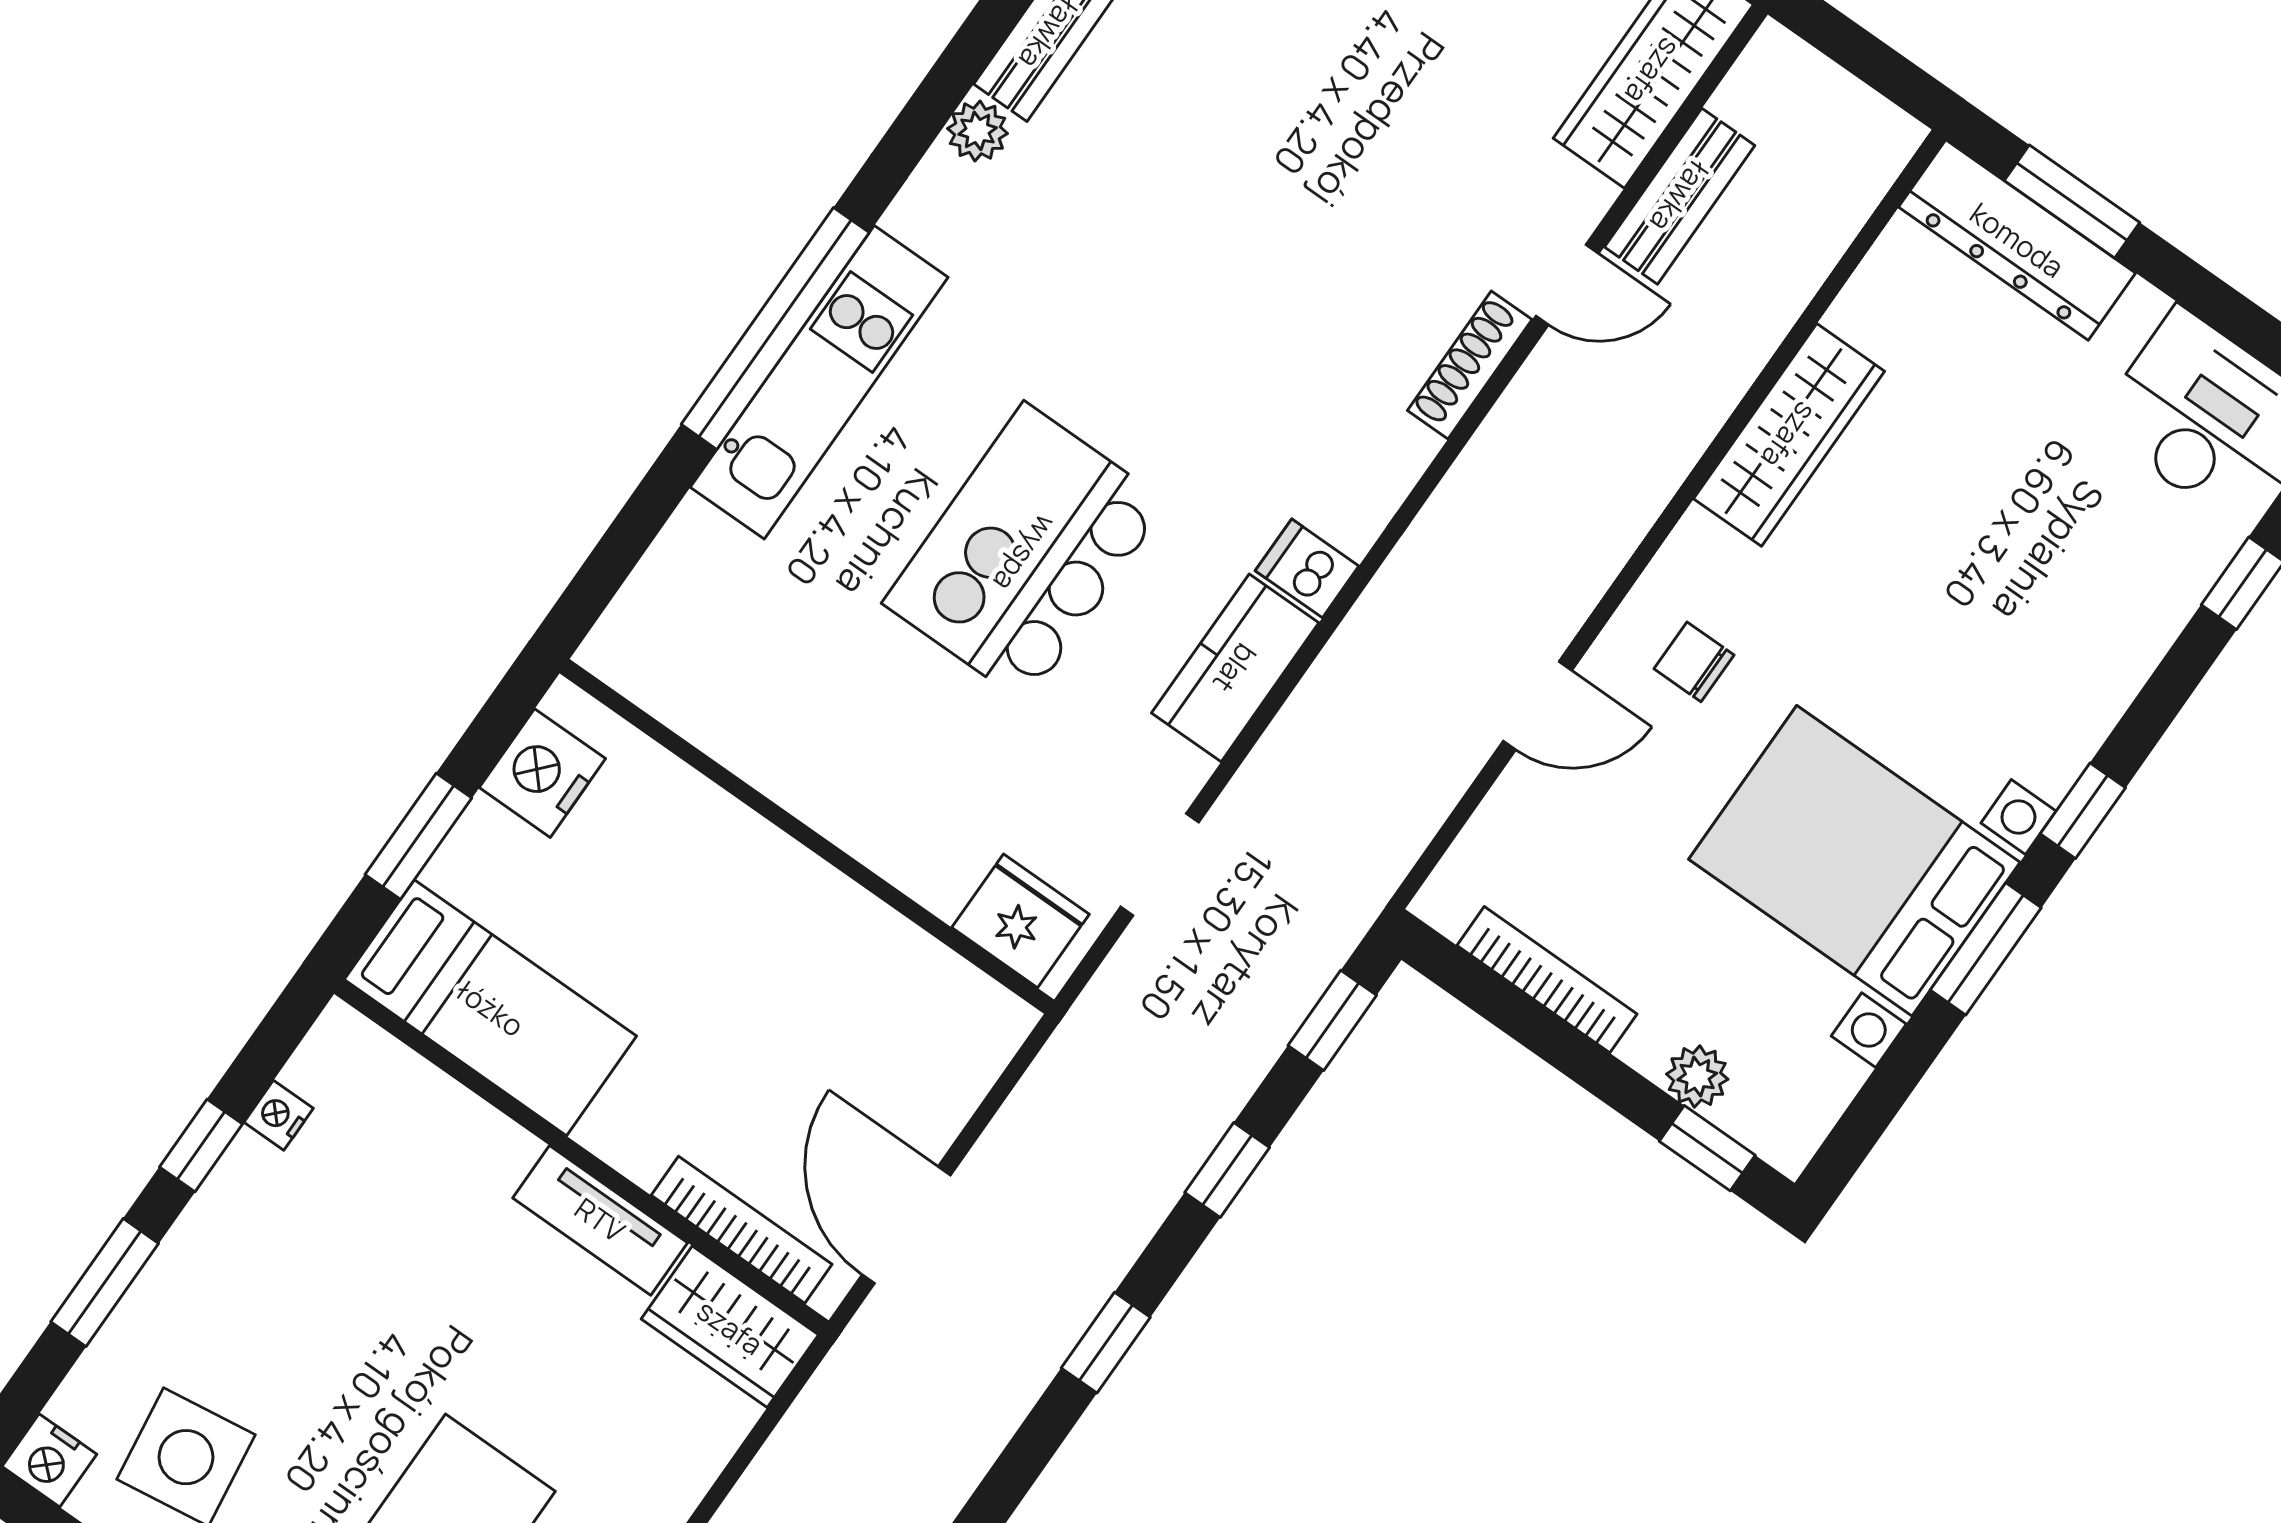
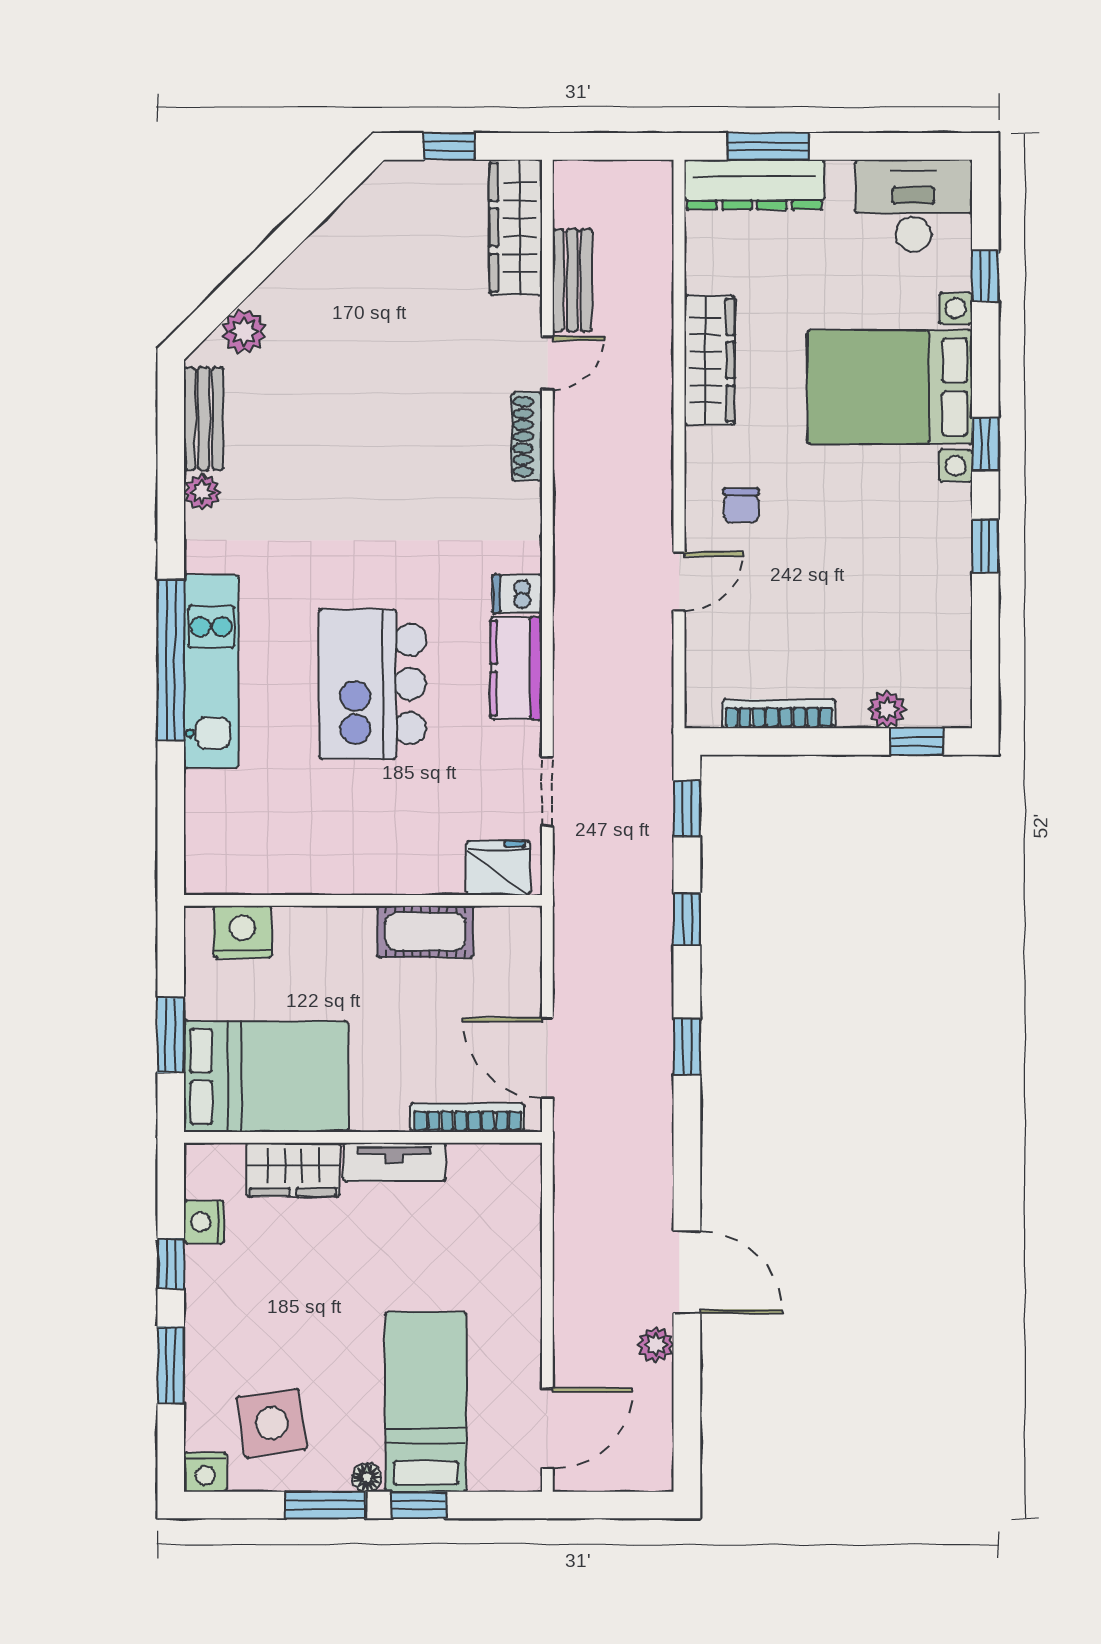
chair: (1694, 662) -> (741, 506), turned -90
nightstand: (542, 773) -> (243, 932), moved, turned 90
bed with nightstands: (1854, 861) -> (890, 387), moved
cot: (861, 938) -> (425, 932), added
window: (1986, 949) -> (985, 546), width x0.67
bed: (490, 1008) -> (266, 1077), width x1.50
nightstand: (279, 1115) -> (204, 1222), width x1.39, depth x1.35
wardrobe: (730, 1327) -> (293, 1170), moved

